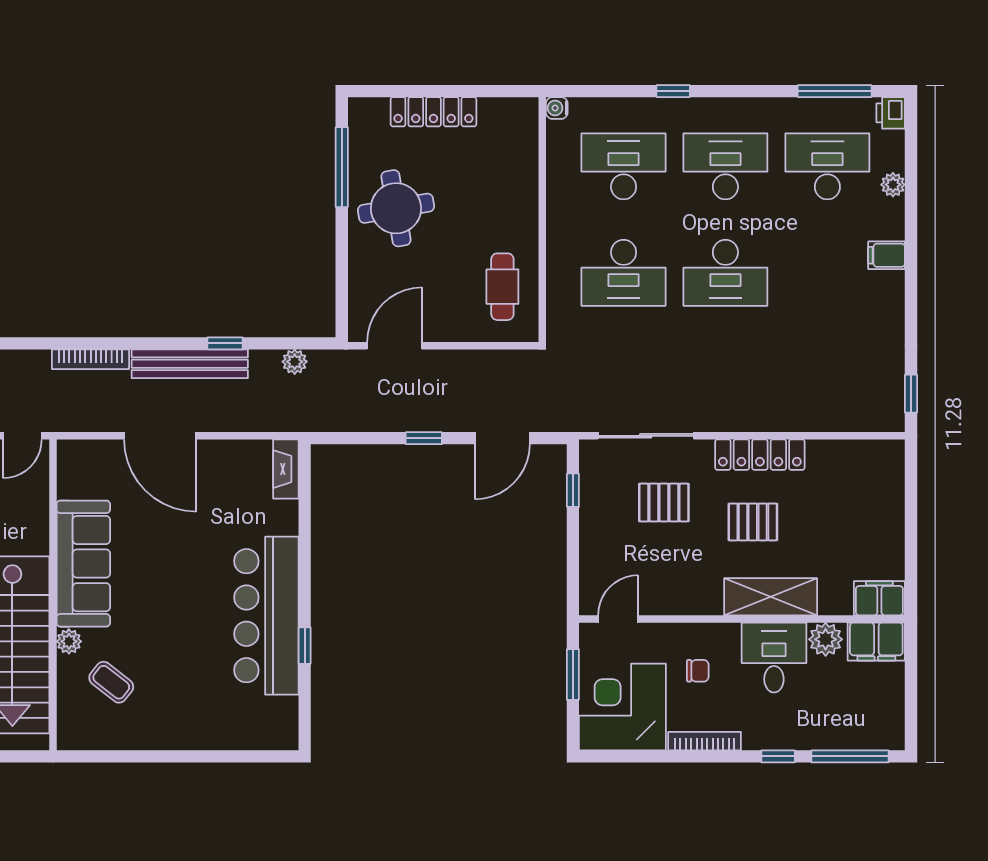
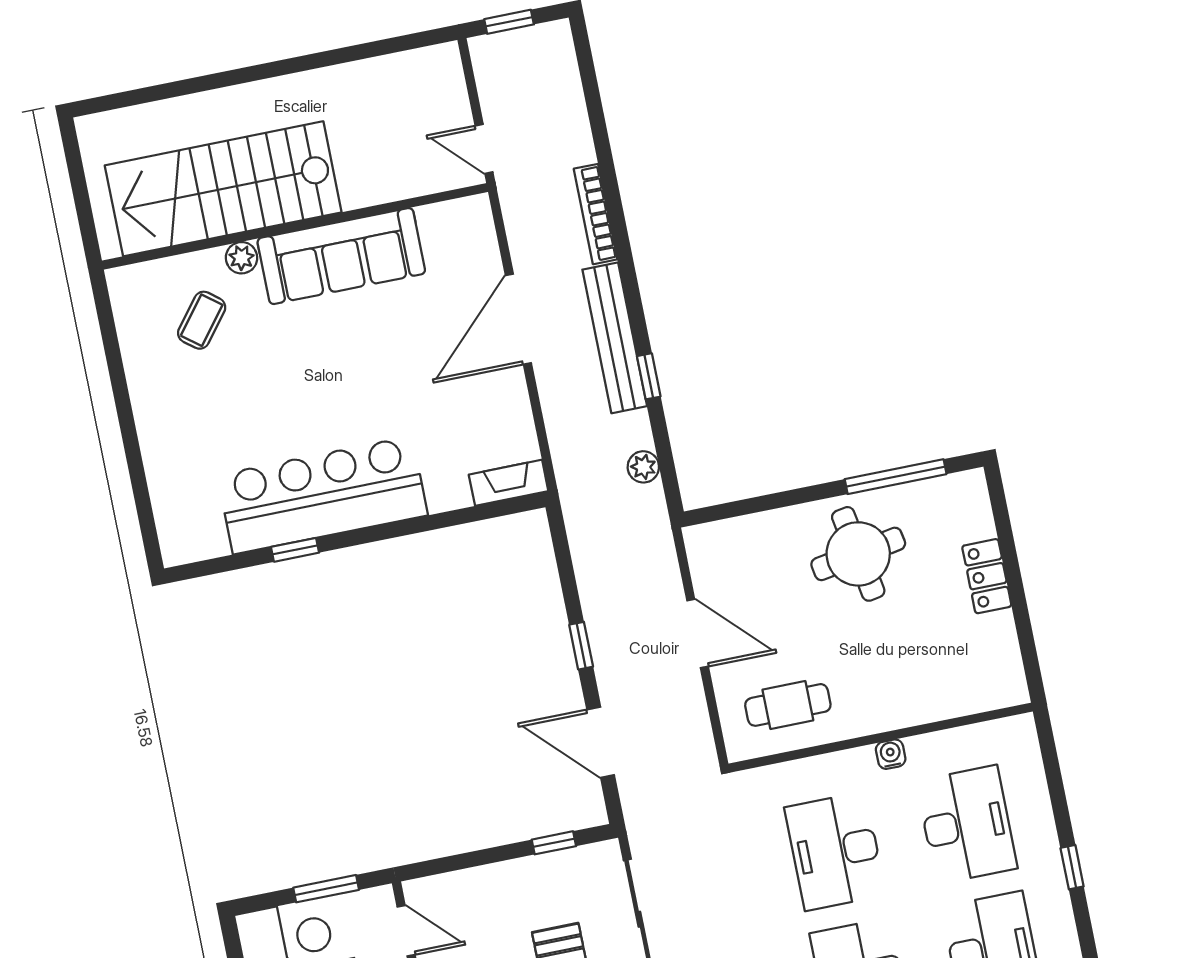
water cooler: (557, 108) -> (891, 754), moved
locker: (433, 112) -> (987, 576), width x0.66
door: (394, 346) -> (698, 634), moved

